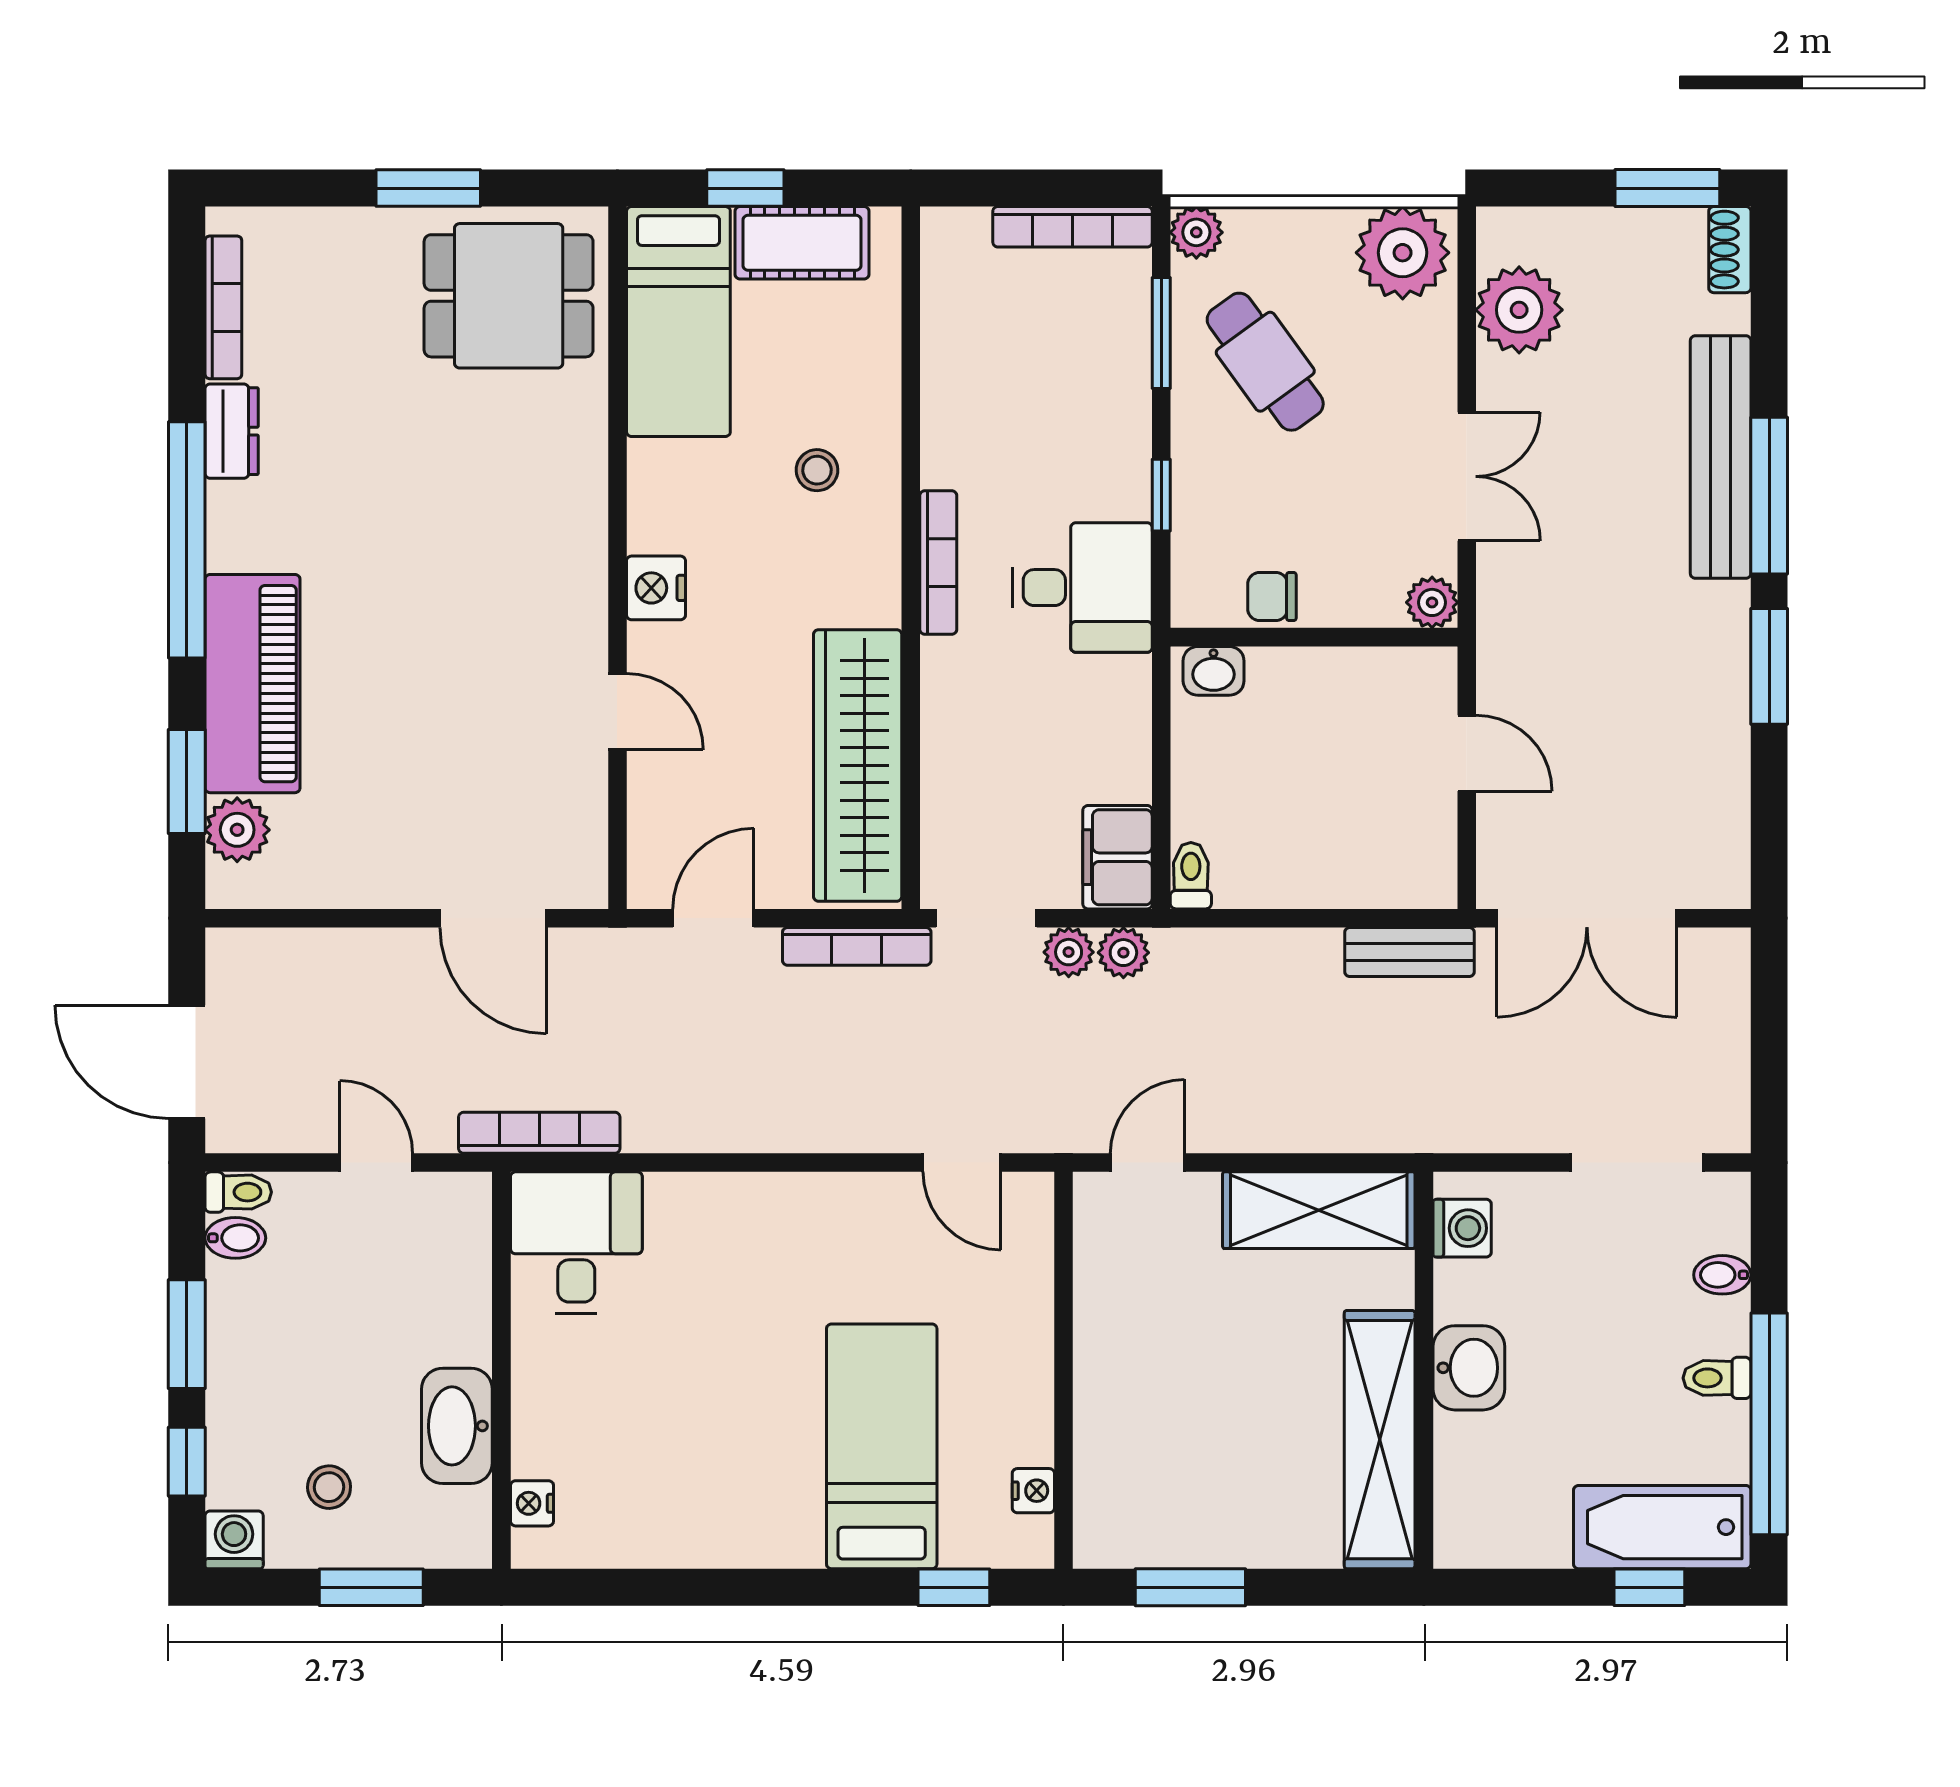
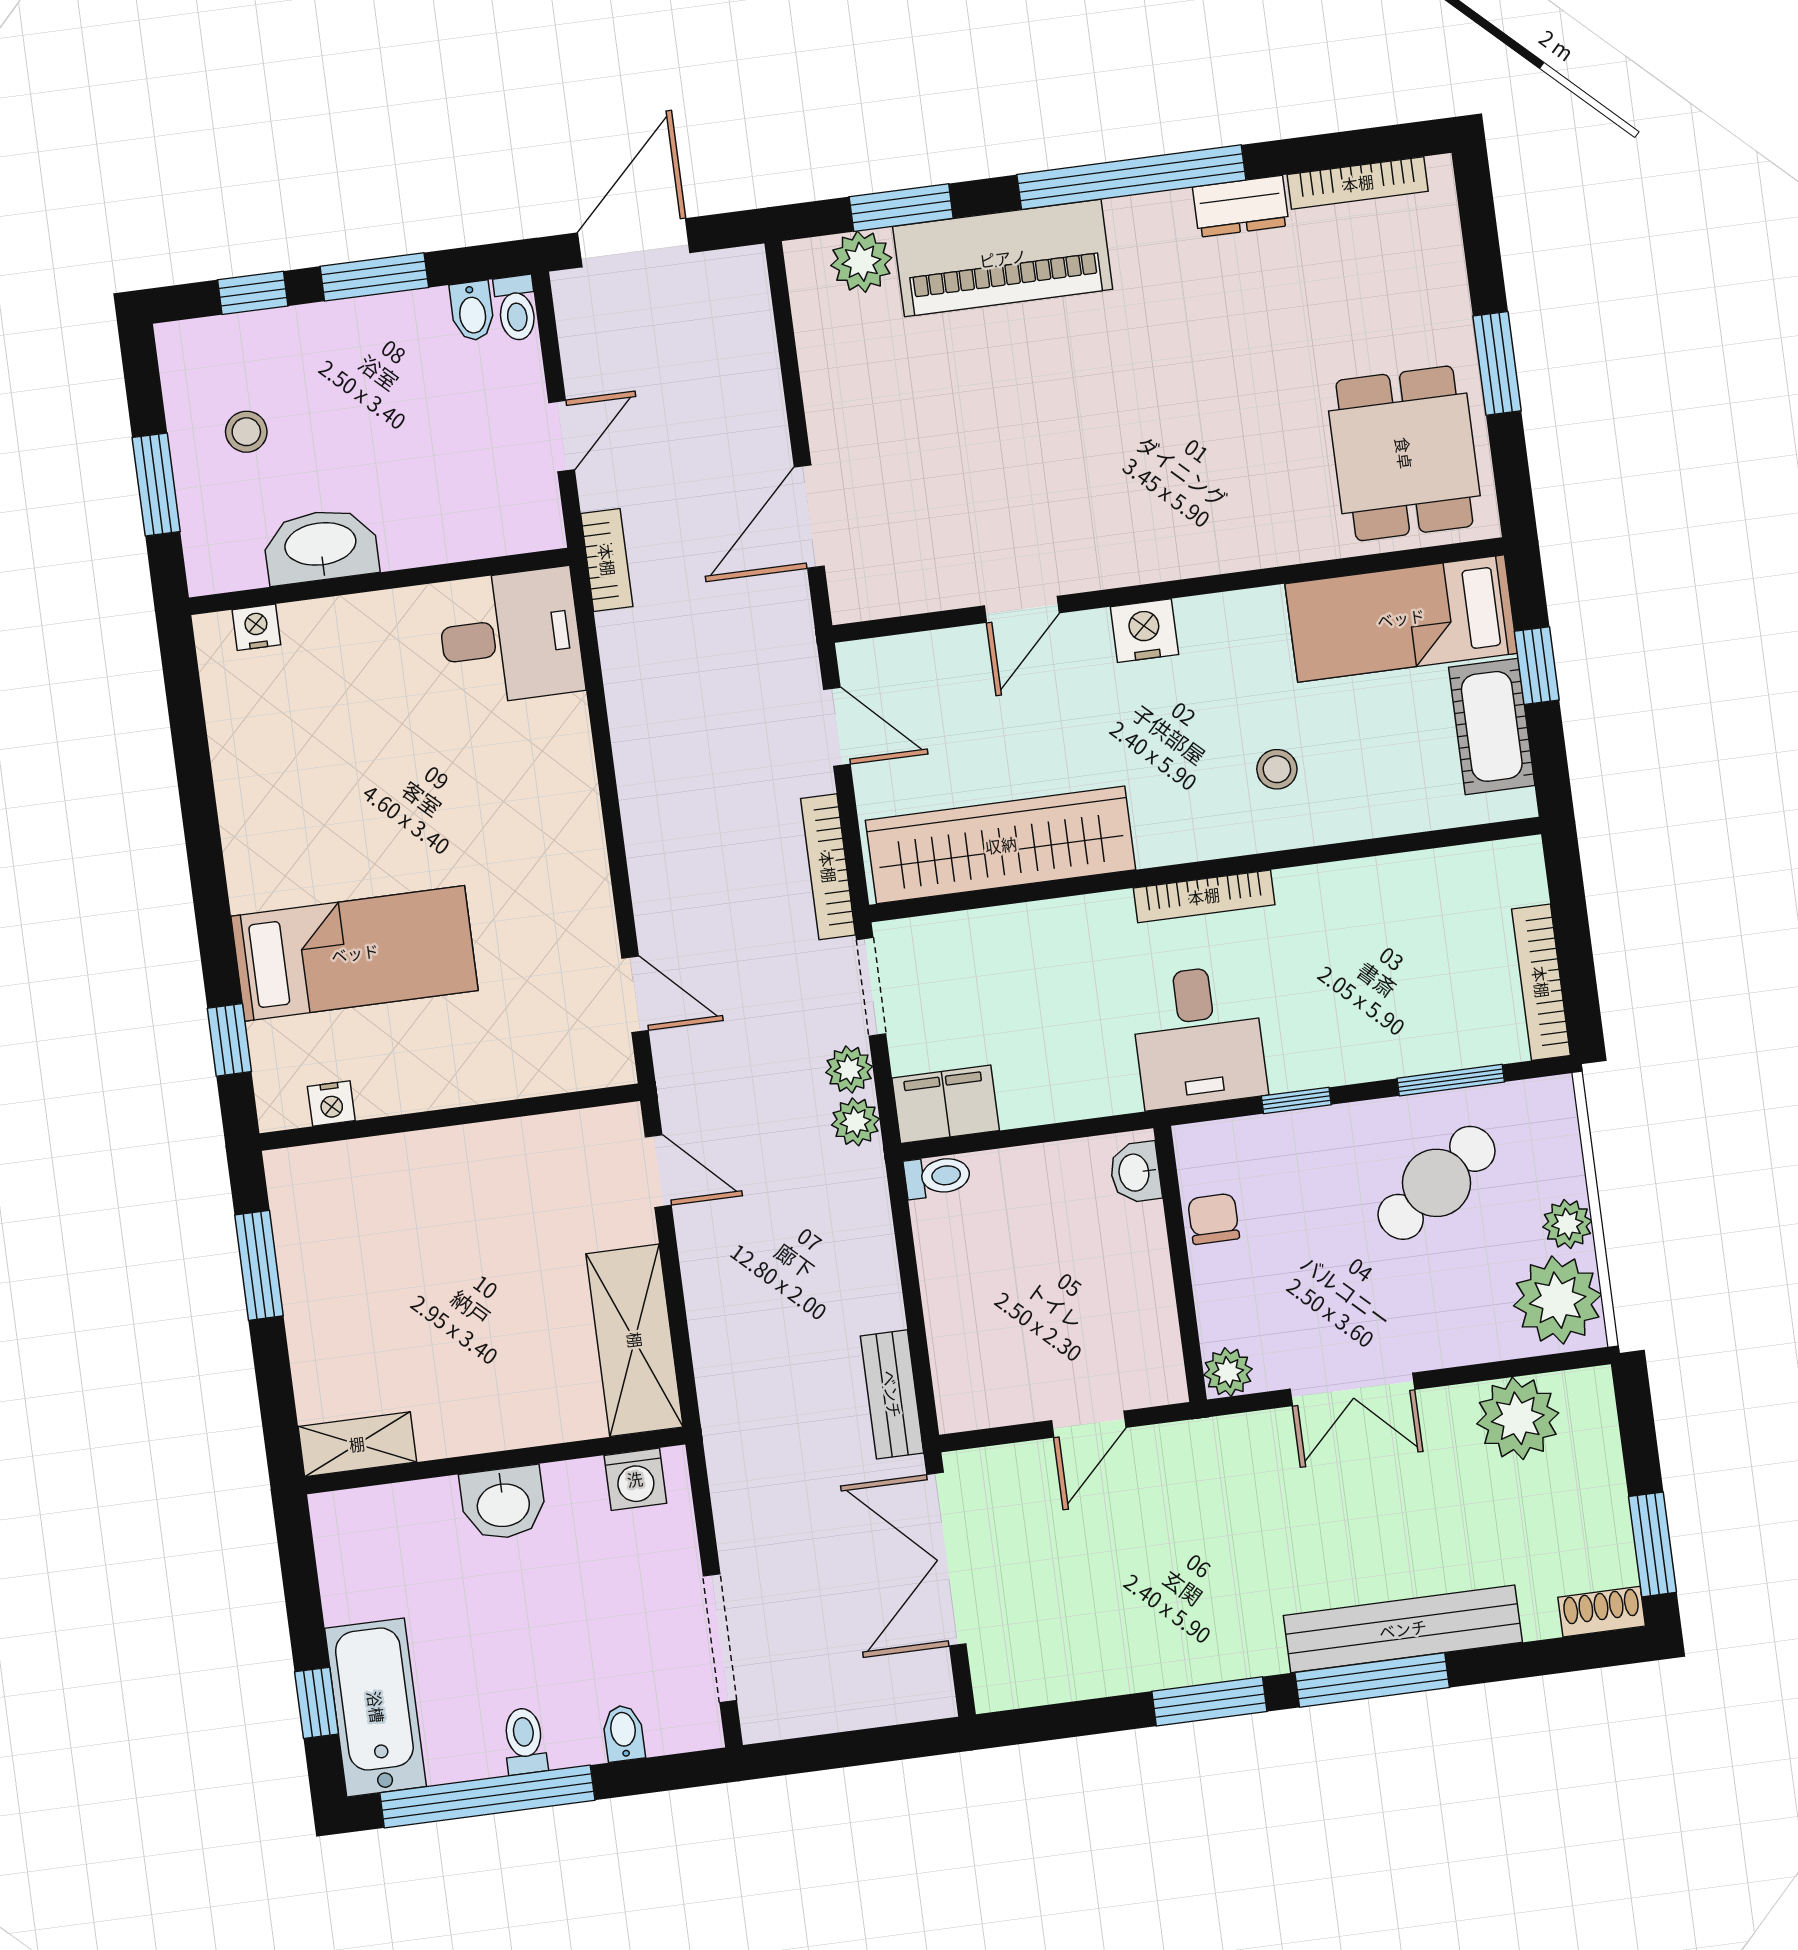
plant: (1196, 232) -> (1567, 1224), moved
bookcase: (539, 1133) -> (607, 560), width x0.64
door: (962, 1163) -> (635, 994), swing flipped
shelving: (1380, 1440) -> (357, 1444), width x0.45, depth x0.75
washing machine: (234, 1540) -> (184, 348), removed

